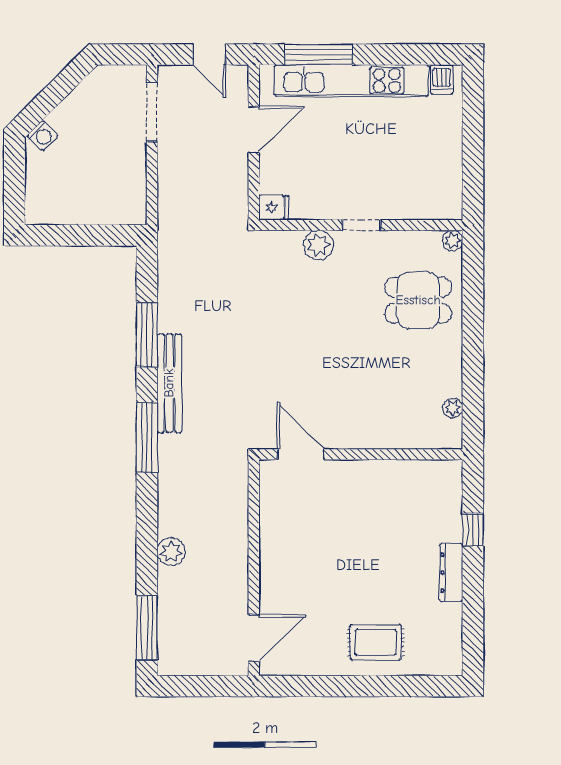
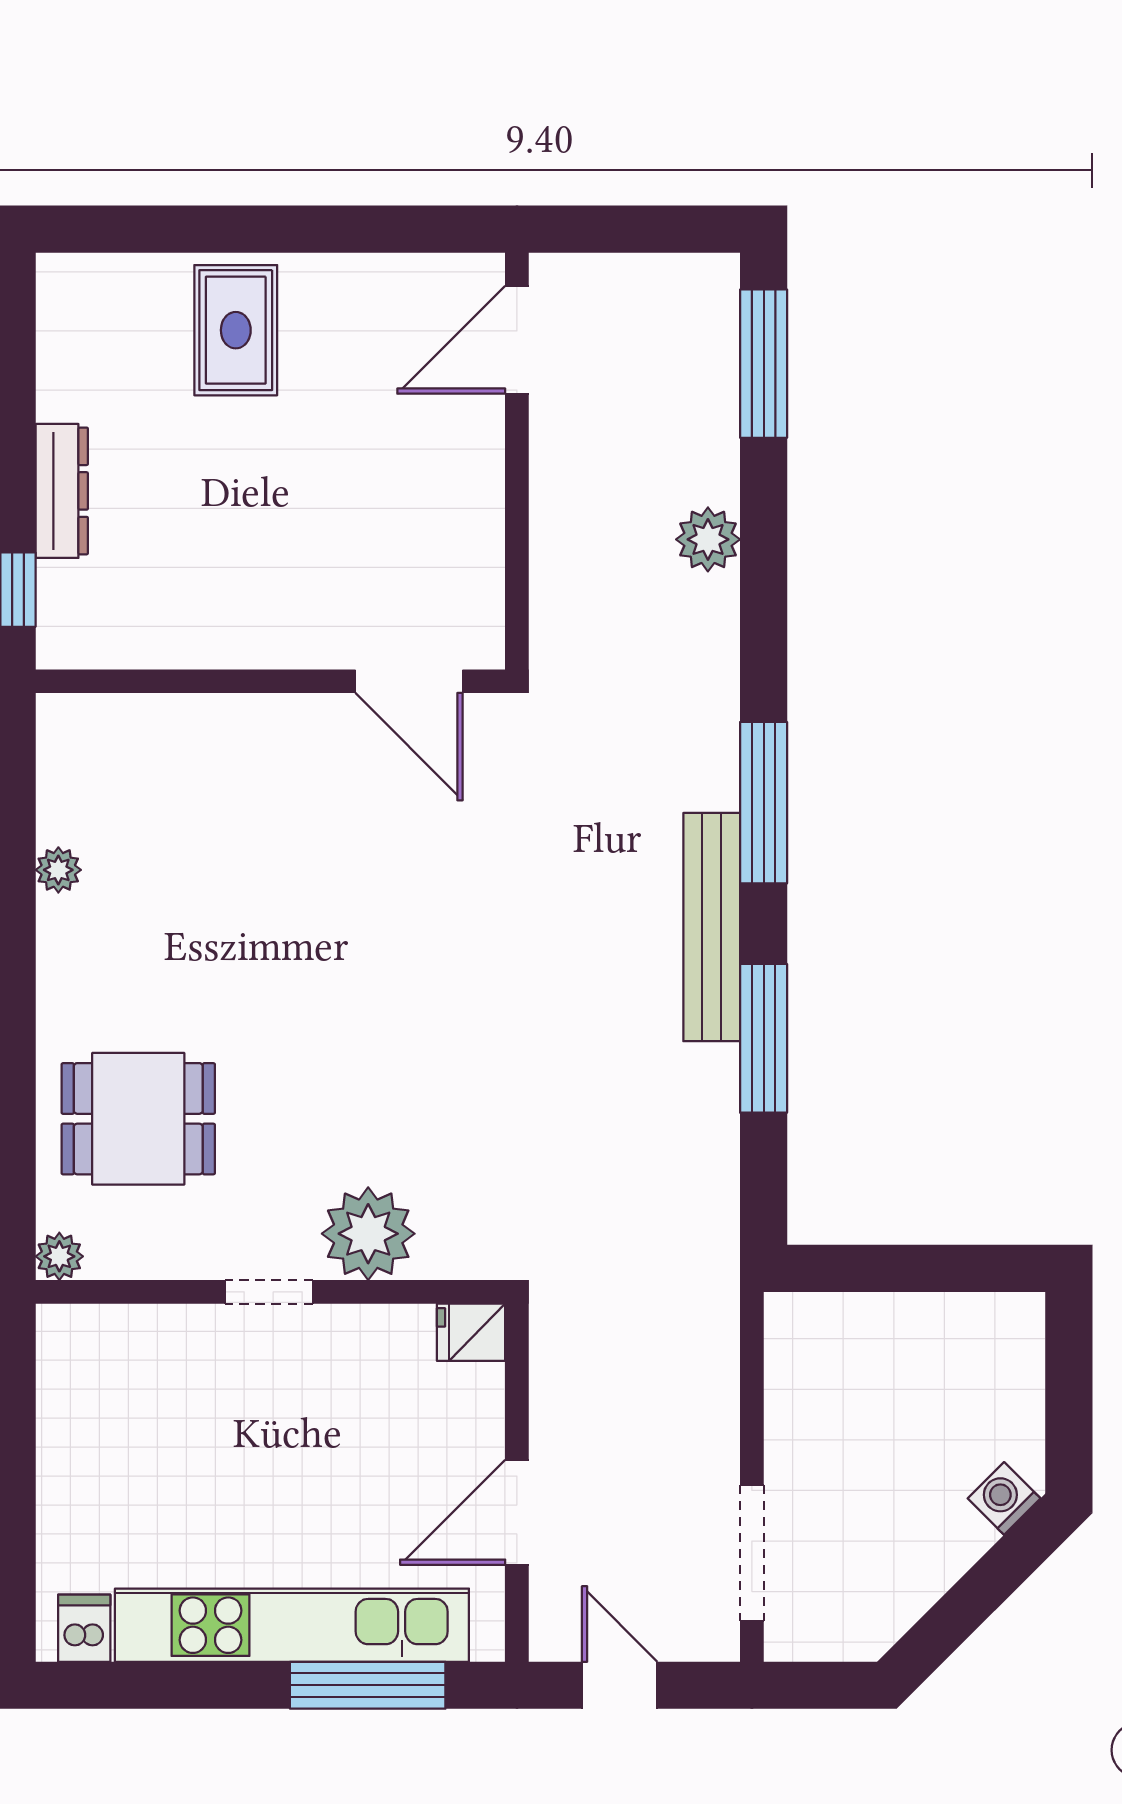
plant: (318, 245) -> (368, 1234), width x1.36, depth x1.36
door: (301, 454) -> (409, 681), moved
wall: (361, 454) -> (270, 681), moved
rug: (376, 642) -> (236, 330), turned 90

